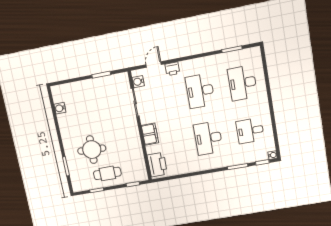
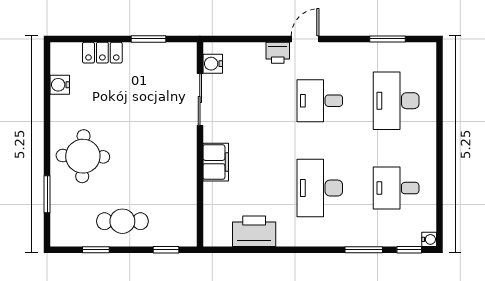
door: (154, 65) -> (305, 39), moved
locker: (78, 87) -> (102, 53), added
desk: (200, 91) -> (320, 101), width x0.73
round table: (92, 150) -> (83, 156), moved
printer: (157, 165) -> (254, 231), moved, turned -90

